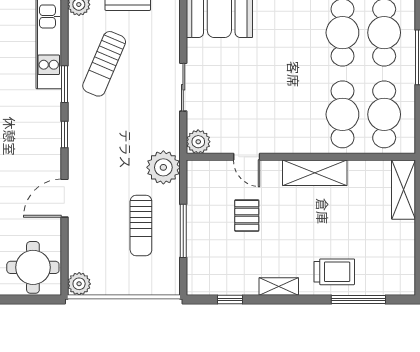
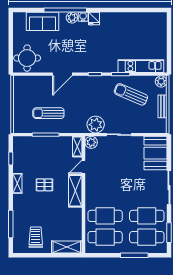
plant: (163, 167) -> (96, 125), moved
shelving: (206, 169) -> (77, 147), added
shelving: (315, 173) -> (75, 191), moved
door: (64, 198) -> (62, 74), swing flipped
pallet: (247, 216) -> (44, 185), moved
trolley: (334, 272) -> (36, 237), moved, turned 180
plant: (79, 284) -> (19, 82), removed

